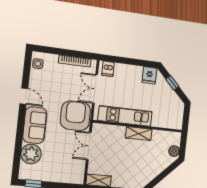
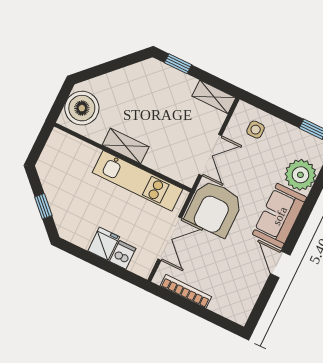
side table: (38, 64) -> (256, 130), moved
dishwasher: (108, 69) -> (123, 255), moved
fridge: (149, 75) -> (104, 244), moved
boiler: (174, 151) -> (82, 108), width x1.86, depth x1.86

